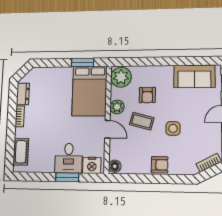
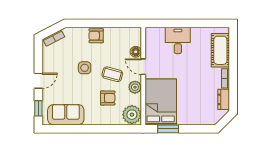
armchair: (147, 95) -> (108, 98), turned 90
cot: (21, 152) -> (220, 50), width x1.37, depth x1.34
nightstand: (92, 165) -> (156, 34), removed
floor lamp: (115, 166) -> (136, 52), moved
window: (67, 177) -> (178, 23), removed

